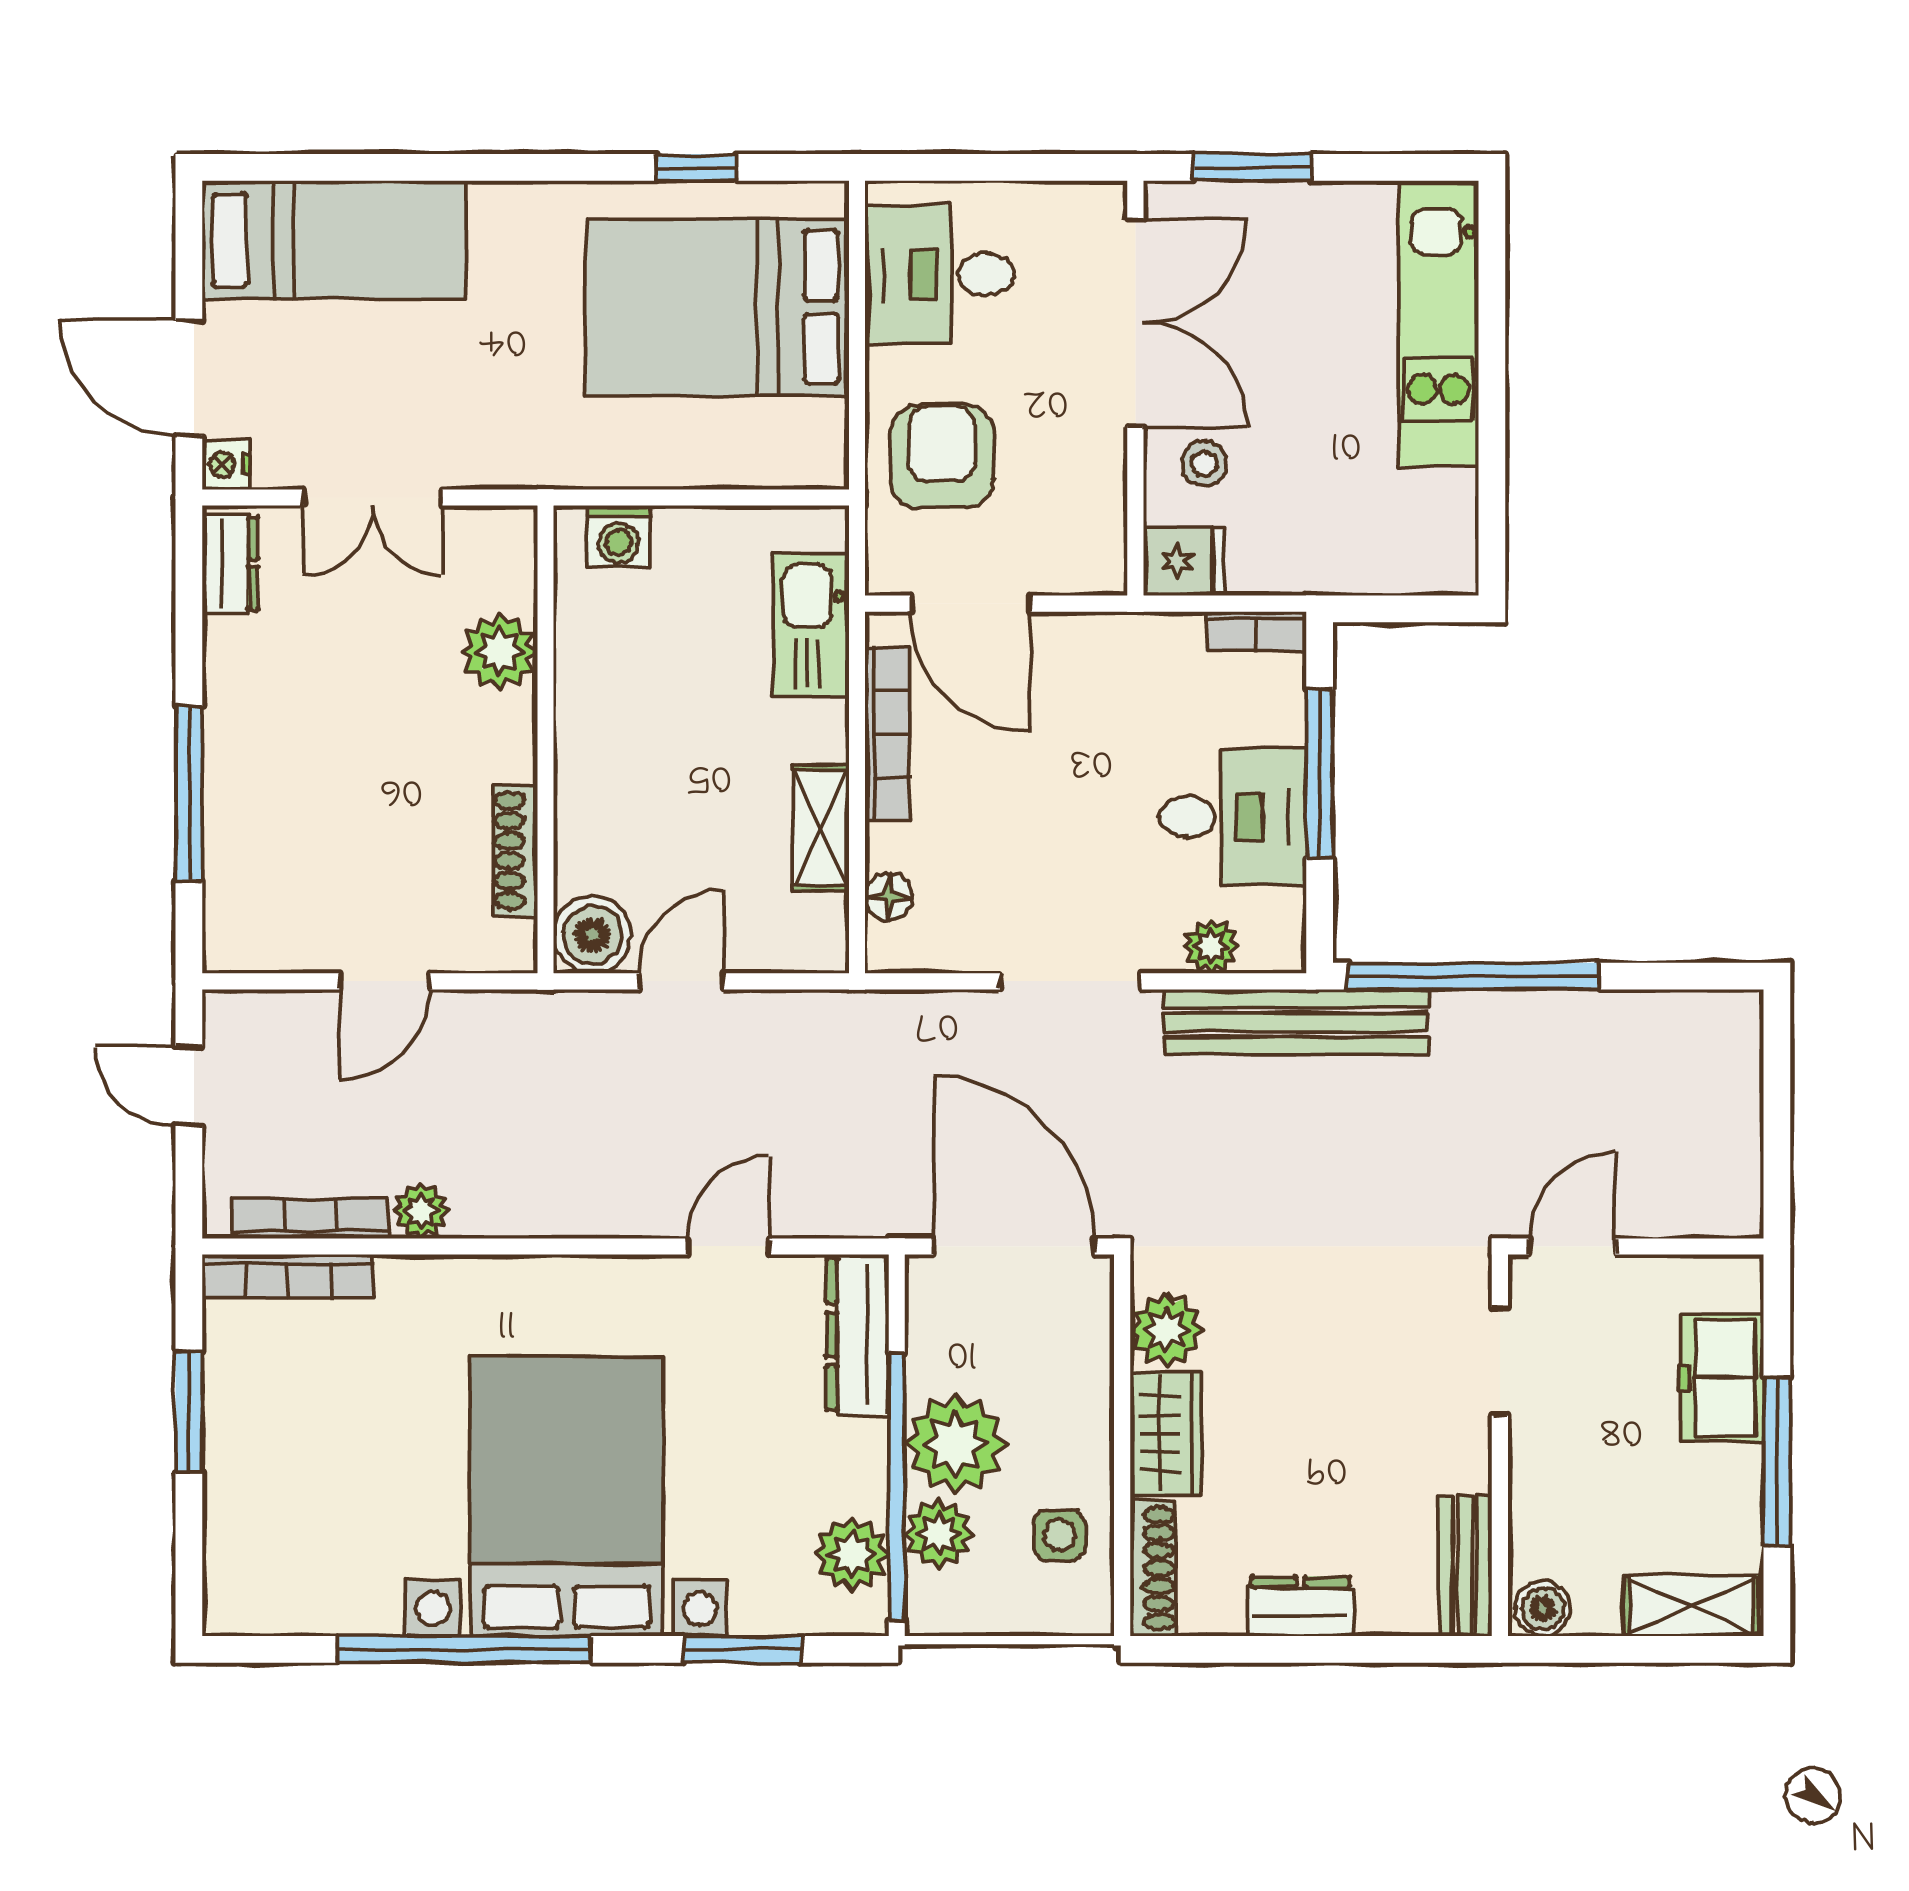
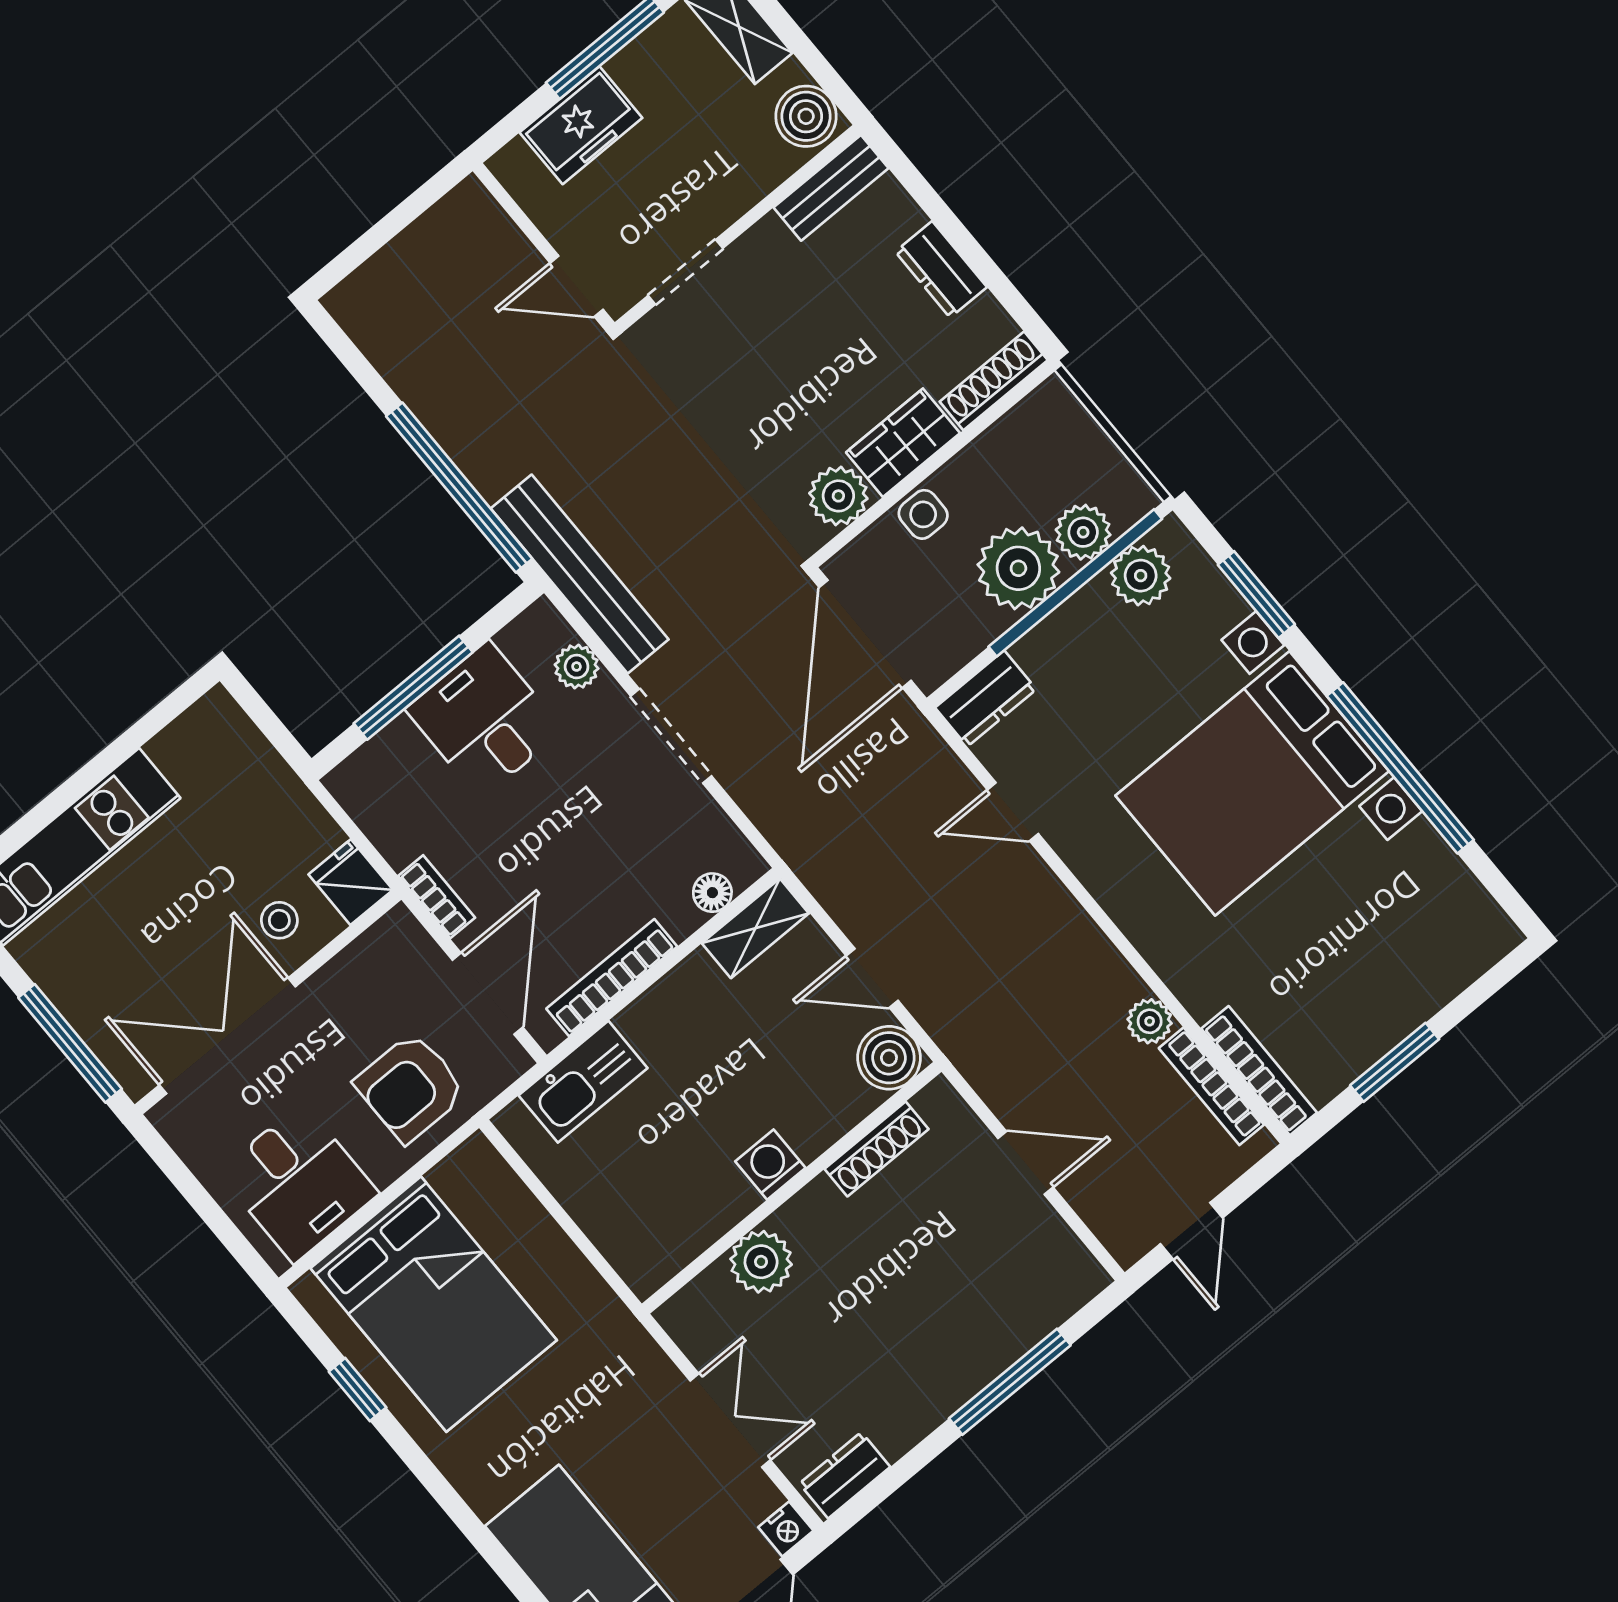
window: (1252, 167) -> (70, 1043), width x1.44
washing machine: (619, 536) -> (770, 1165), moved, turned -90
bookcase: (1256, 632) -> (437, 897), moved
shelving: (821, 828) -> (755, 928), moved
dresser: (857, 1334) -> (986, 698), width x0.70
side table: (1060, 1535) -> (923, 514), moved
boiler: (1543, 1609) -> (806, 116), width x1.36, depth x1.36

